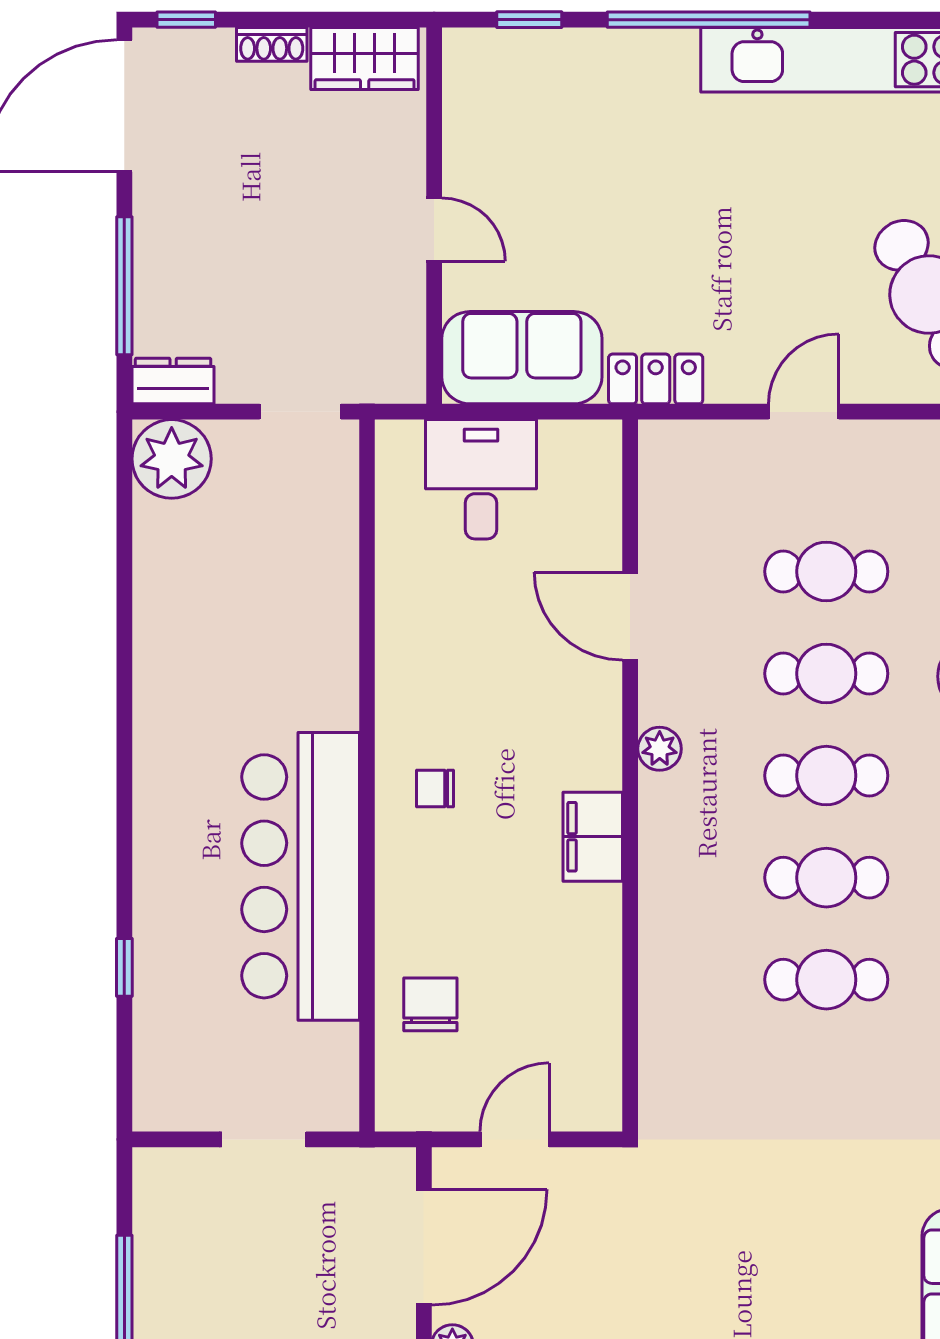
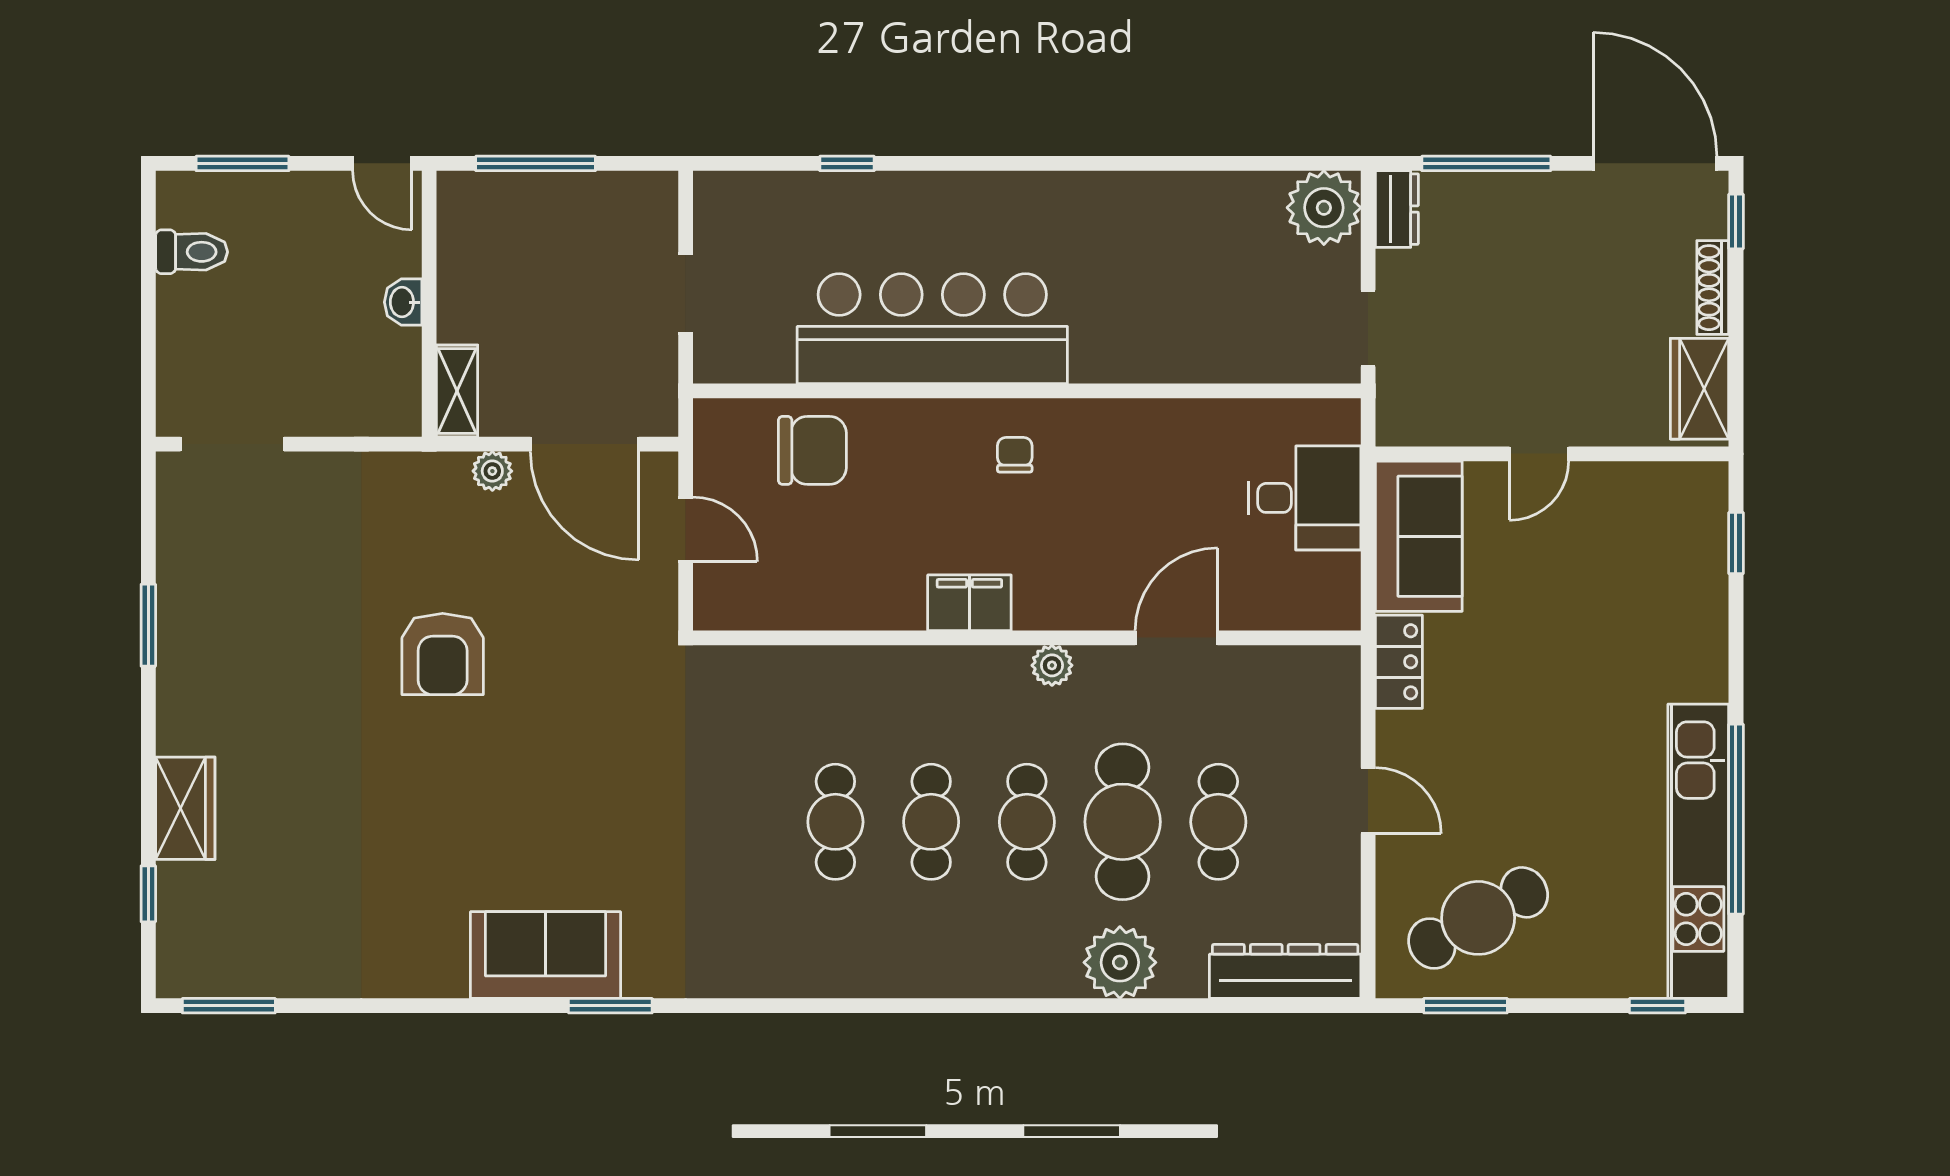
window: (709, 20) -> (1736, 819), moved
shoe rack: (272, 44) -> (1713, 288), width x1.43
cafe table: (826, 674) -> (1123, 822), width x1.37, depth x1.35
chair: (430, 1004) -> (812, 450), width x1.37, depth x1.37

